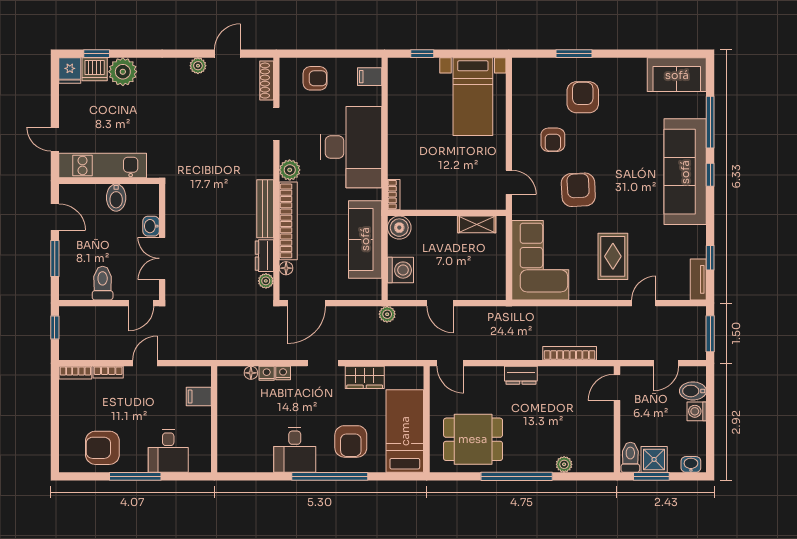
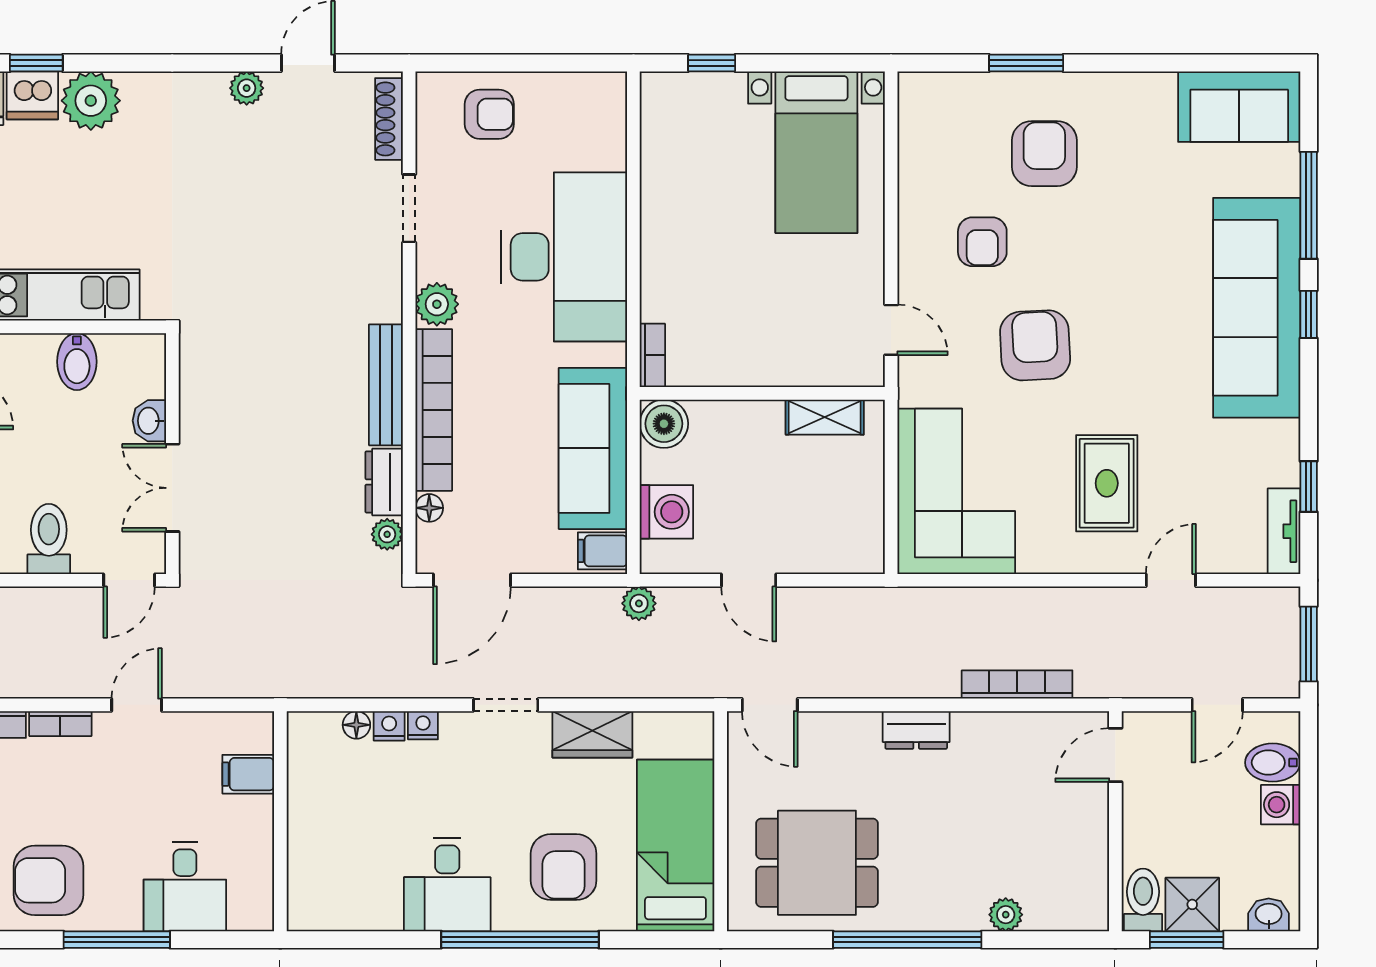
filing cabinet: (370, 77) -> (602, 551), moved

